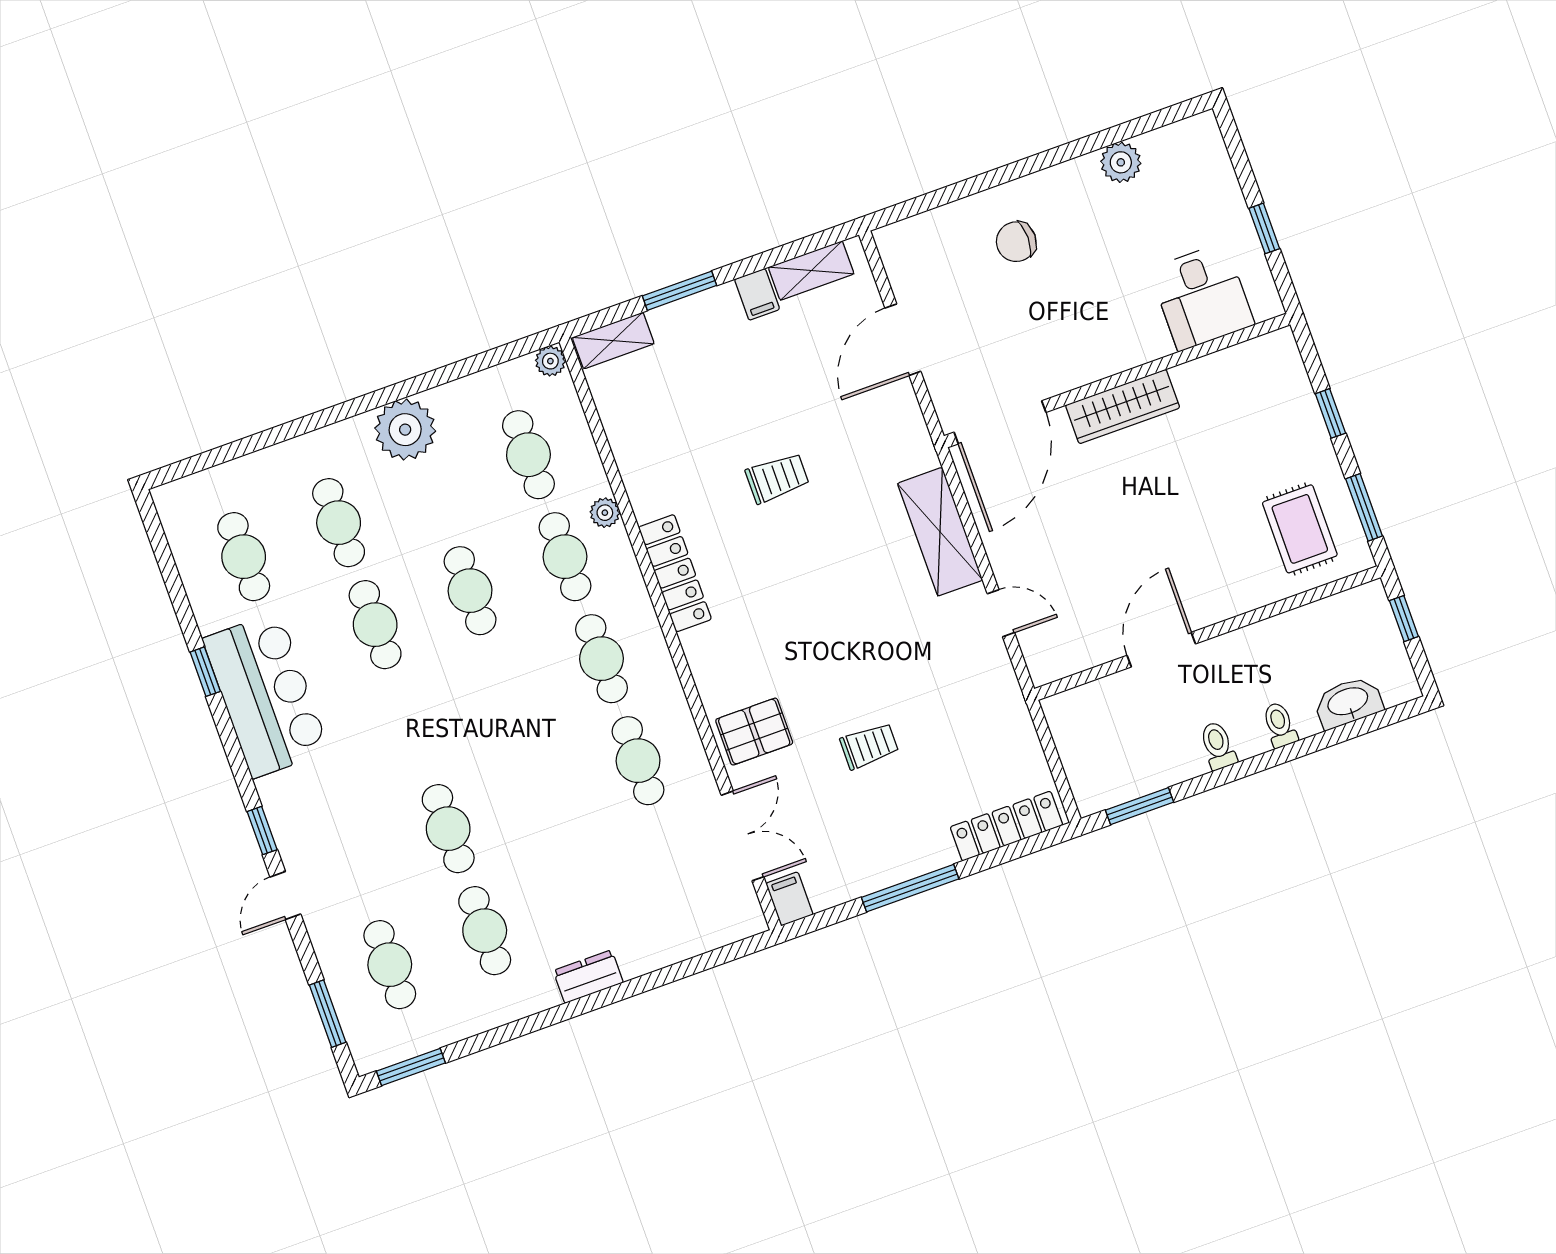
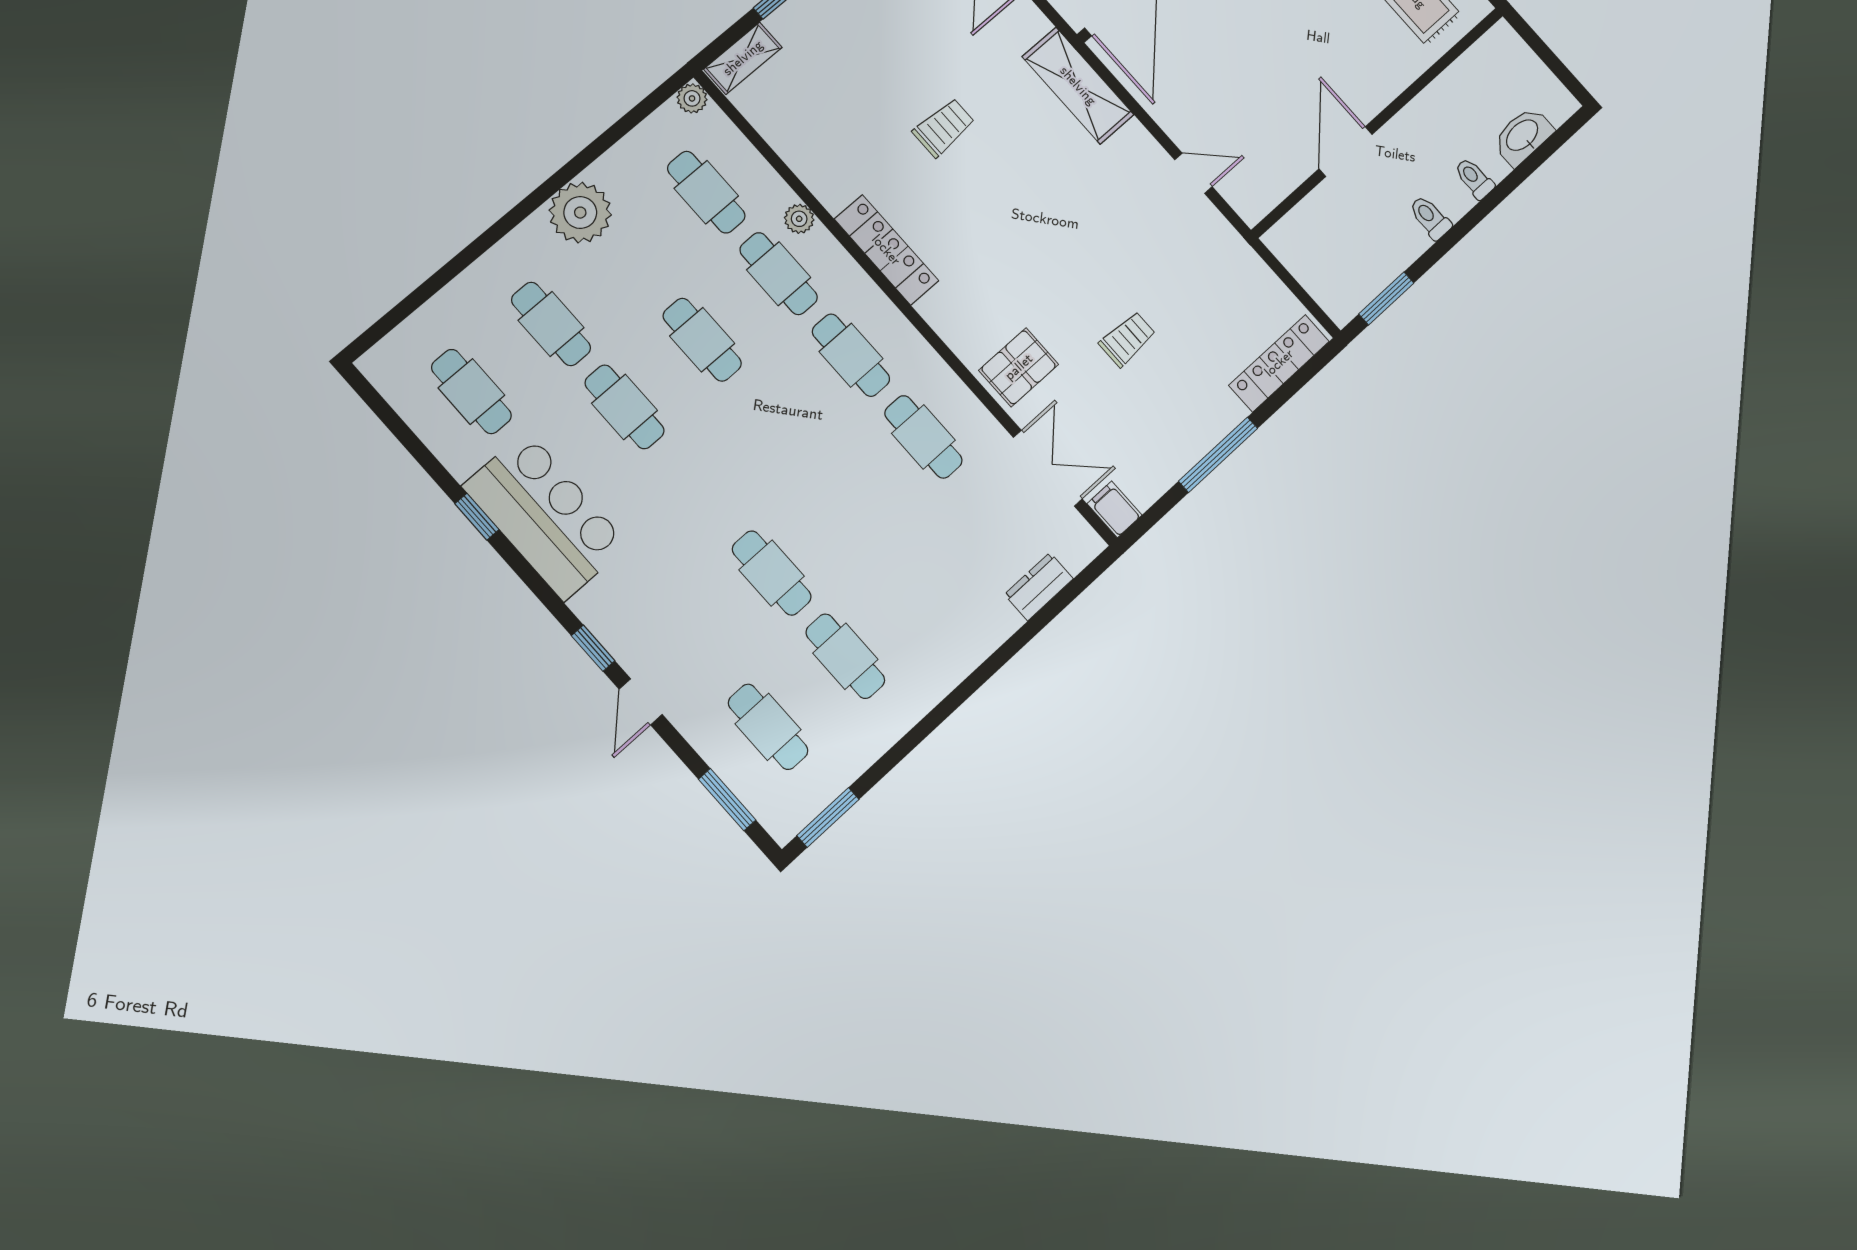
shelving: (940, 532) -> (1078, 86), moved
window: (1404, 619) -> (1537, 45), removed
dresser: (588, 977) -> (1039, 587), moved

